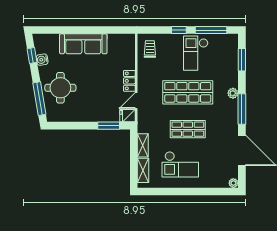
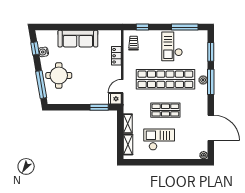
window: (179, 30) -> (142, 27), moved
locker: (129, 81) -> (116, 56), moved
shop shelf: (188, 92) -> (165, 79), width x1.40
window: (242, 109) -> (211, 82), moved
checkout: (180, 164) -> (159, 140), turned 180

